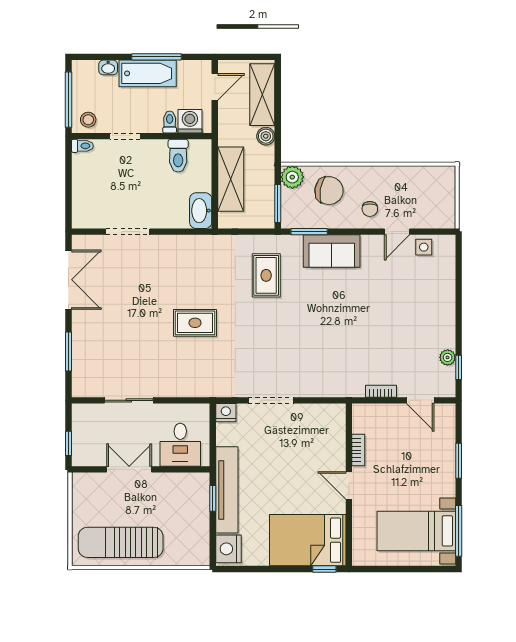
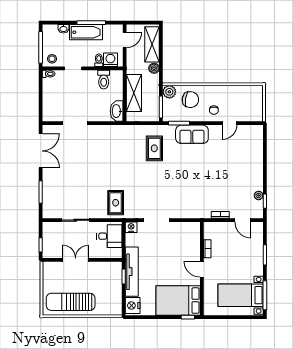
side table: (424, 247) -> (245, 132), removed
rug: (195, 323) -> (116, 203), moved, turned 90
desk: (180, 445) -> (109, 236), moved, turned -90

